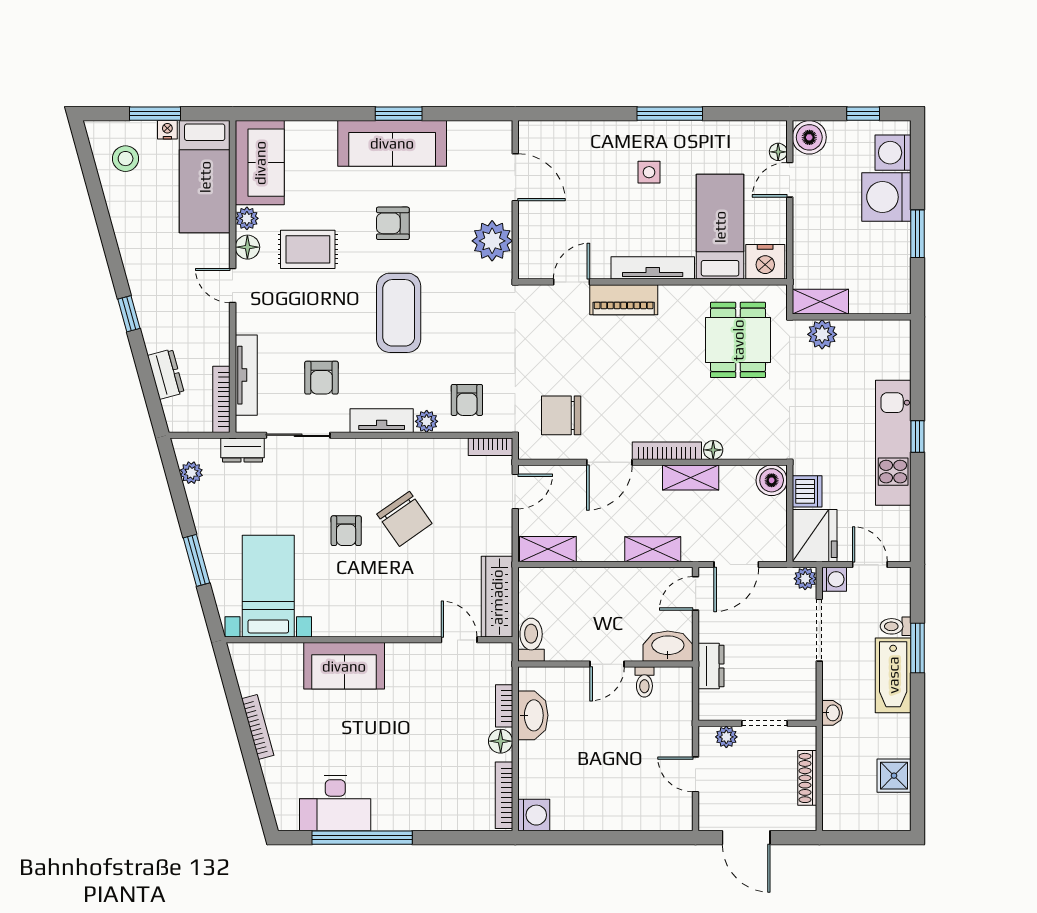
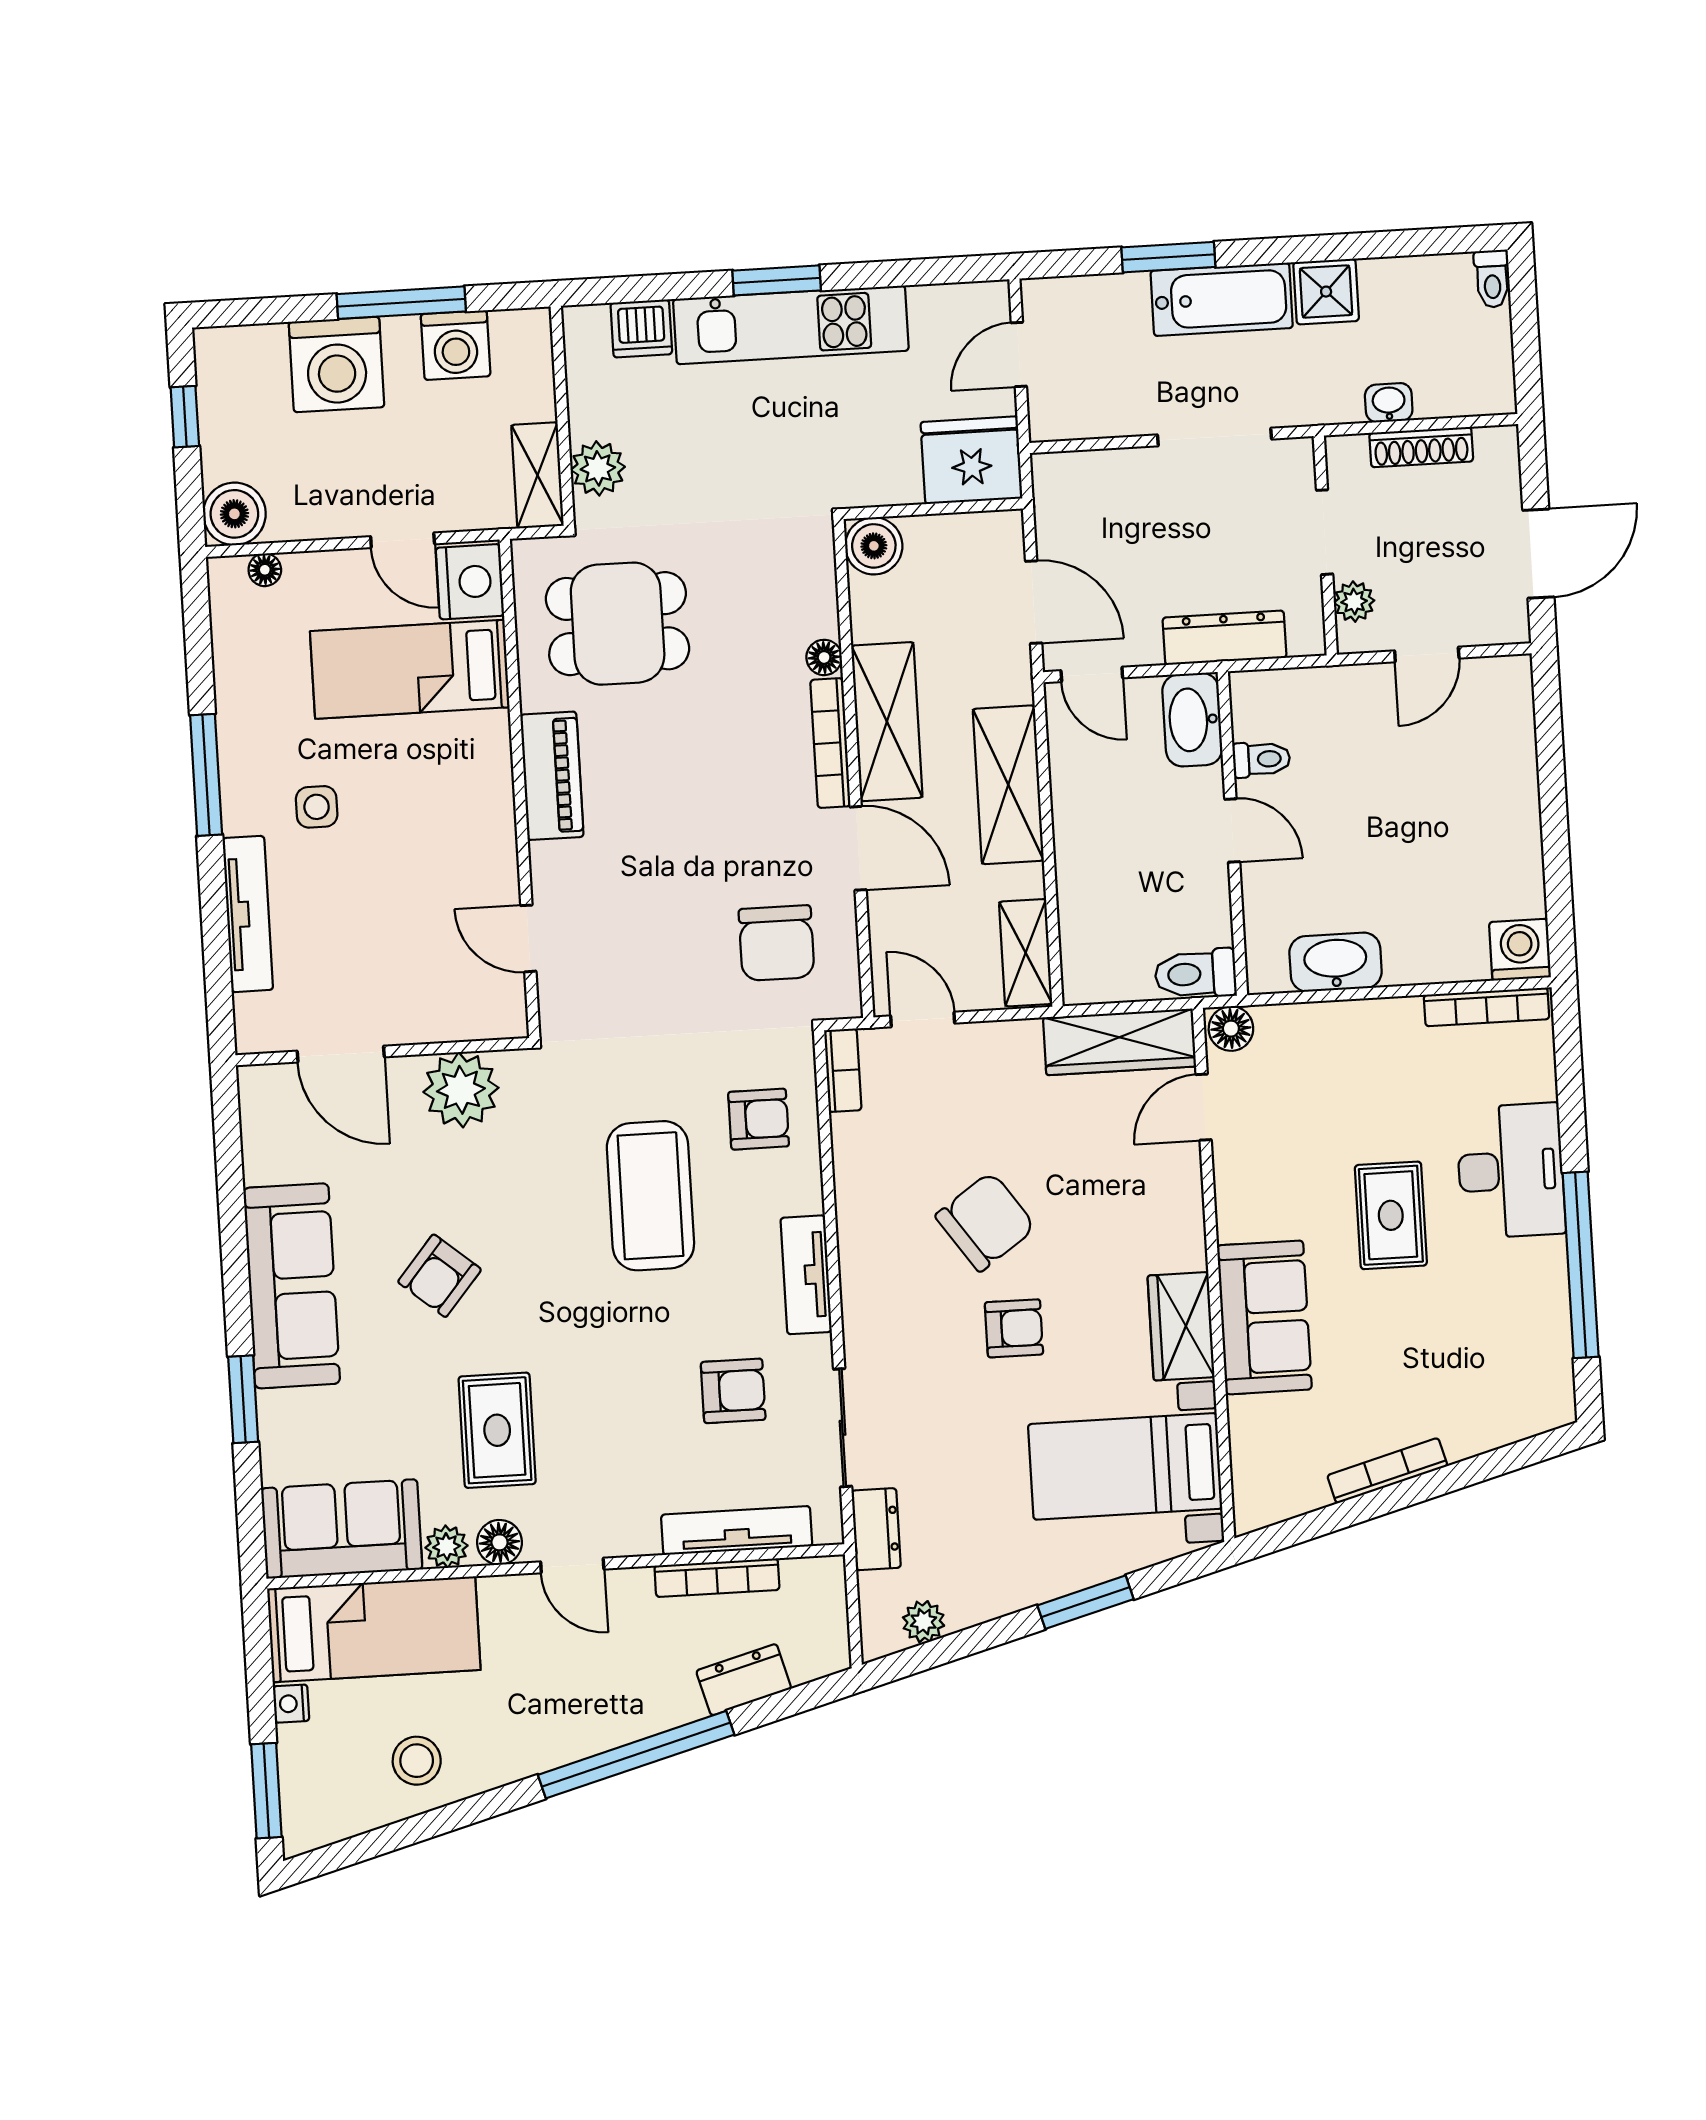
window: (155, 114) -> (266, 1791), moved
window: (399, 114) -> (243, 1399), moved
washing machine: (893, 153) -> (456, 345), moved
stool: (126, 159) -> (417, 1761), moved
door: (515, 177) -> (341, 1054), swing flipped
door: (790, 180) -> (403, 540), moved
armchair: (393, 223) -> (440, 1276), turned 40
window: (918, 234) -> (401, 303), width x1.44
tv unit: (653, 268) -> (248, 914), moved, turned 180
door: (233, 285) -> (572, 1565), hinge flipped
piano: (624, 300) -> (552, 776), moved
coffee table: (399, 313) -> (650, 1196), moved, turned 90
window: (129, 314) -> (636, 1755), width x3.17
bookcase: (221, 399) -> (717, 1578), moved
plant: (427, 421) -> (803, 1192), removed
window: (918, 436) -> (777, 280), width x1.50
shelving: (691, 478) -> (887, 722), width x1.50, depth x1.33
dishwasher: (807, 491) -> (641, 328), moved, turned 180
shelving: (653, 549) -> (1008, 785), width x1.50, depth x1.33
plant: (805, 579) -> (1052, 473), removed
washing machine: (834, 579) -> (1050, 419), removed
wardrobe: (342, 621) -> (1181, 1326), added
toilet: (896, 626) -> (1492, 279), moved
doorway: (819, 630) -> (1215, 437), moved
dresser: (711, 666) -> (1224, 638), width x1.44
bookcase: (504, 706) -> (1321, 1017), removed
washbasin: (832, 713) -> (1389, 403), moved
rug: (395, 737) -> (1391, 1215), added
floor lamp: (501, 741) -> (1231, 1029), moved
shower: (894, 776) -> (1326, 292), moved
desk: (335, 803) -> (1511, 1171), moved

